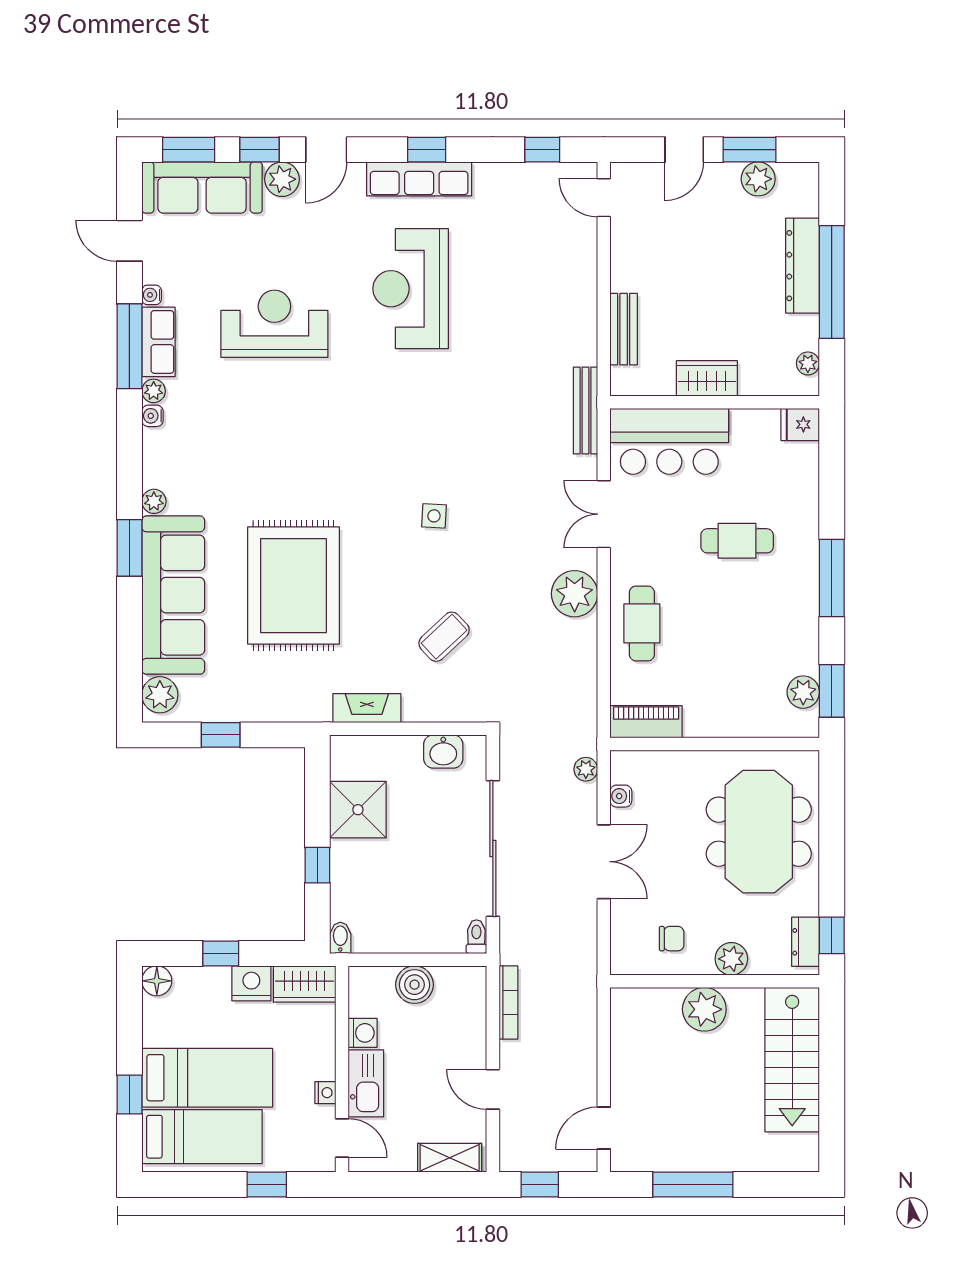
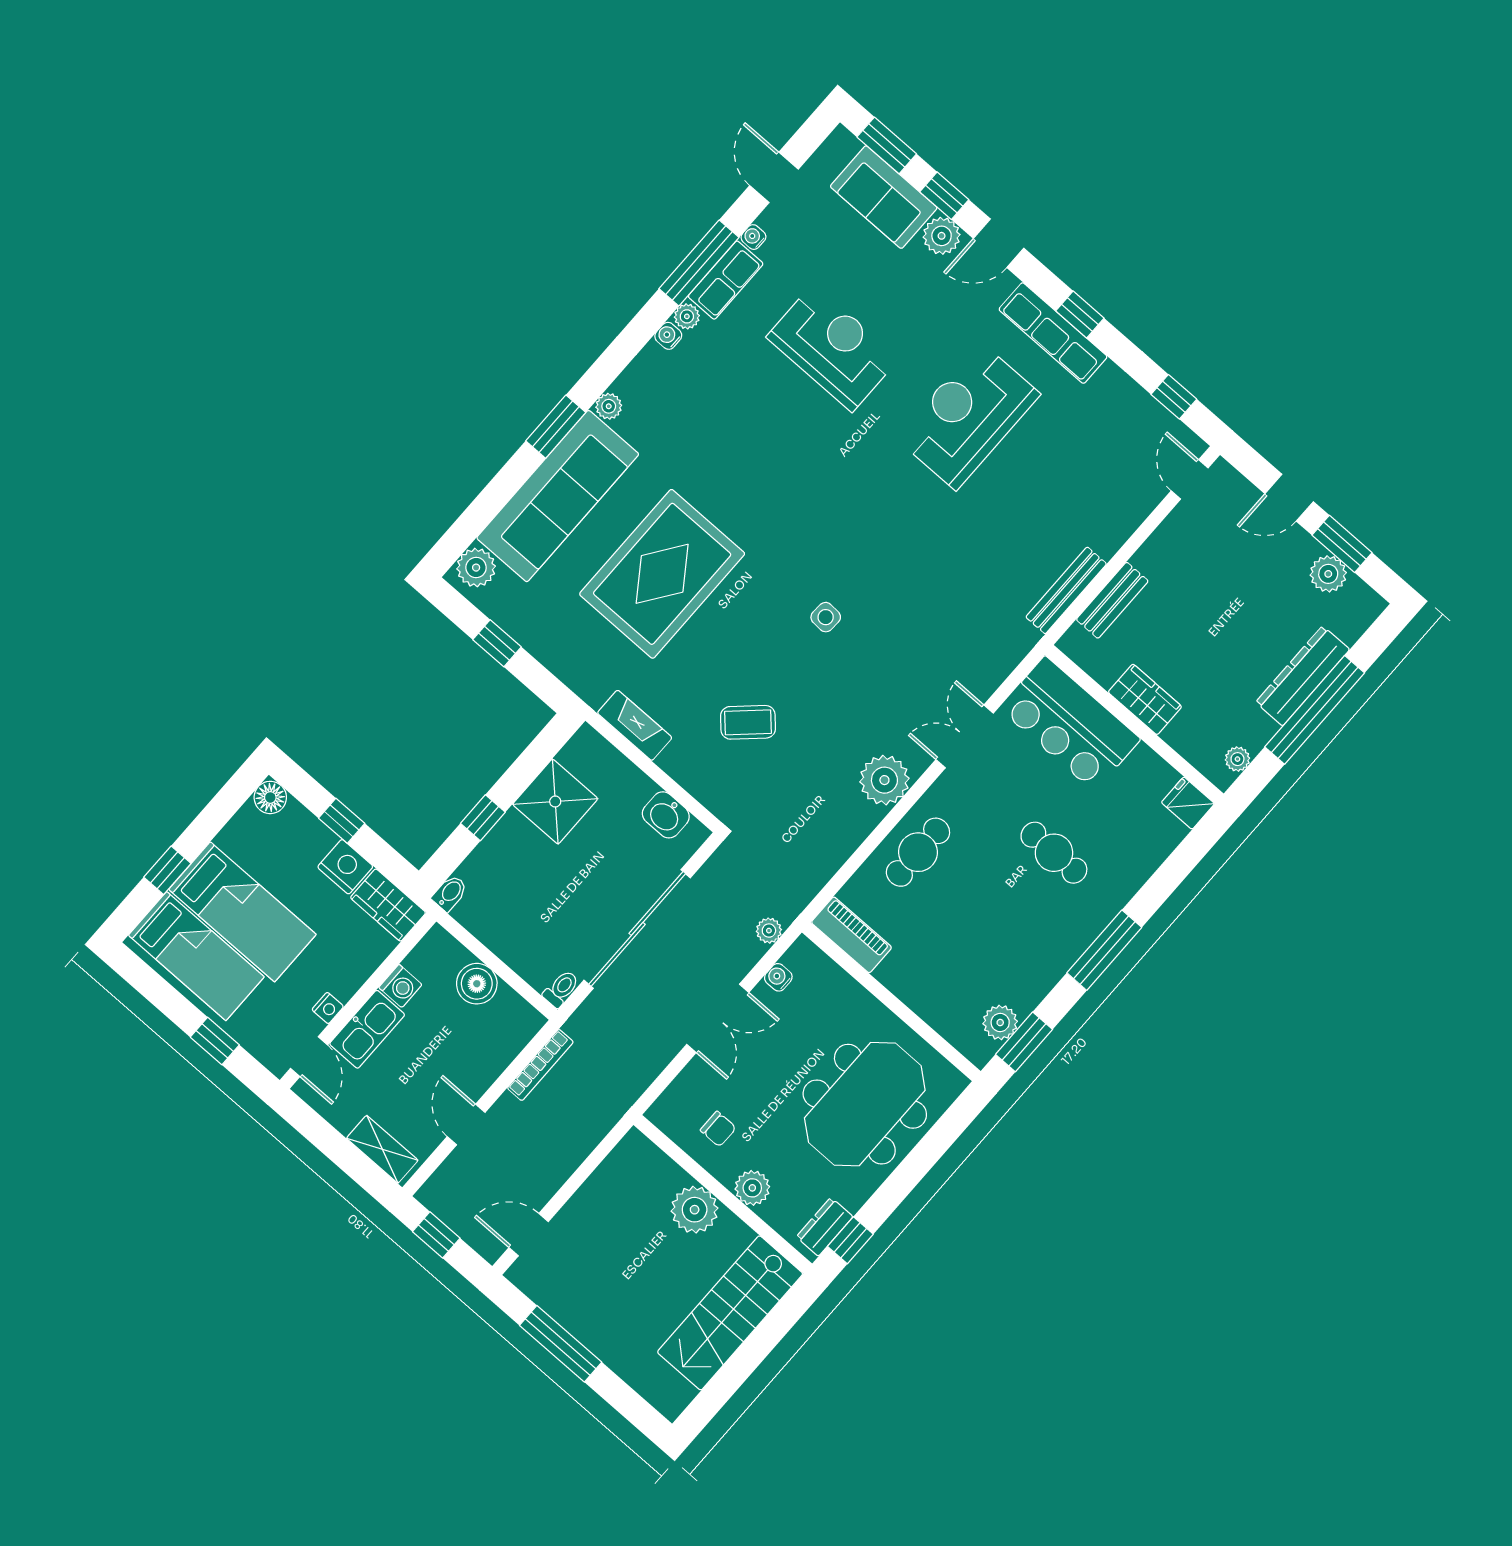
sofa: (202, 188) -> (884, 197), width x0.73
bench: (585, 410) -> (1066, 590), moved

